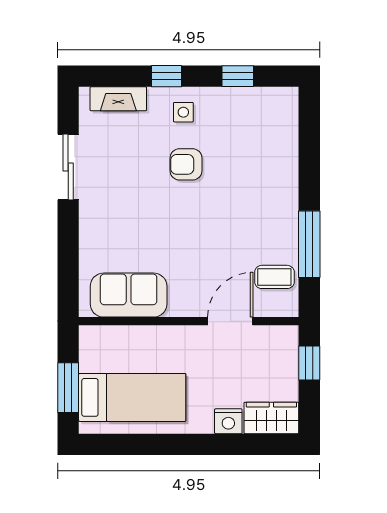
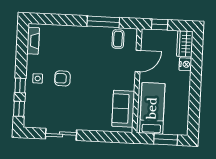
window: (238, 76) -> (19, 109), moved
fireplace: (118, 99) -> (33, 41), moved
armchair: (186, 164) -> (62, 78), turned 90
door: (230, 321) -> (138, 61), swing flipped
bed: (132, 397) -> (152, 108), moved

